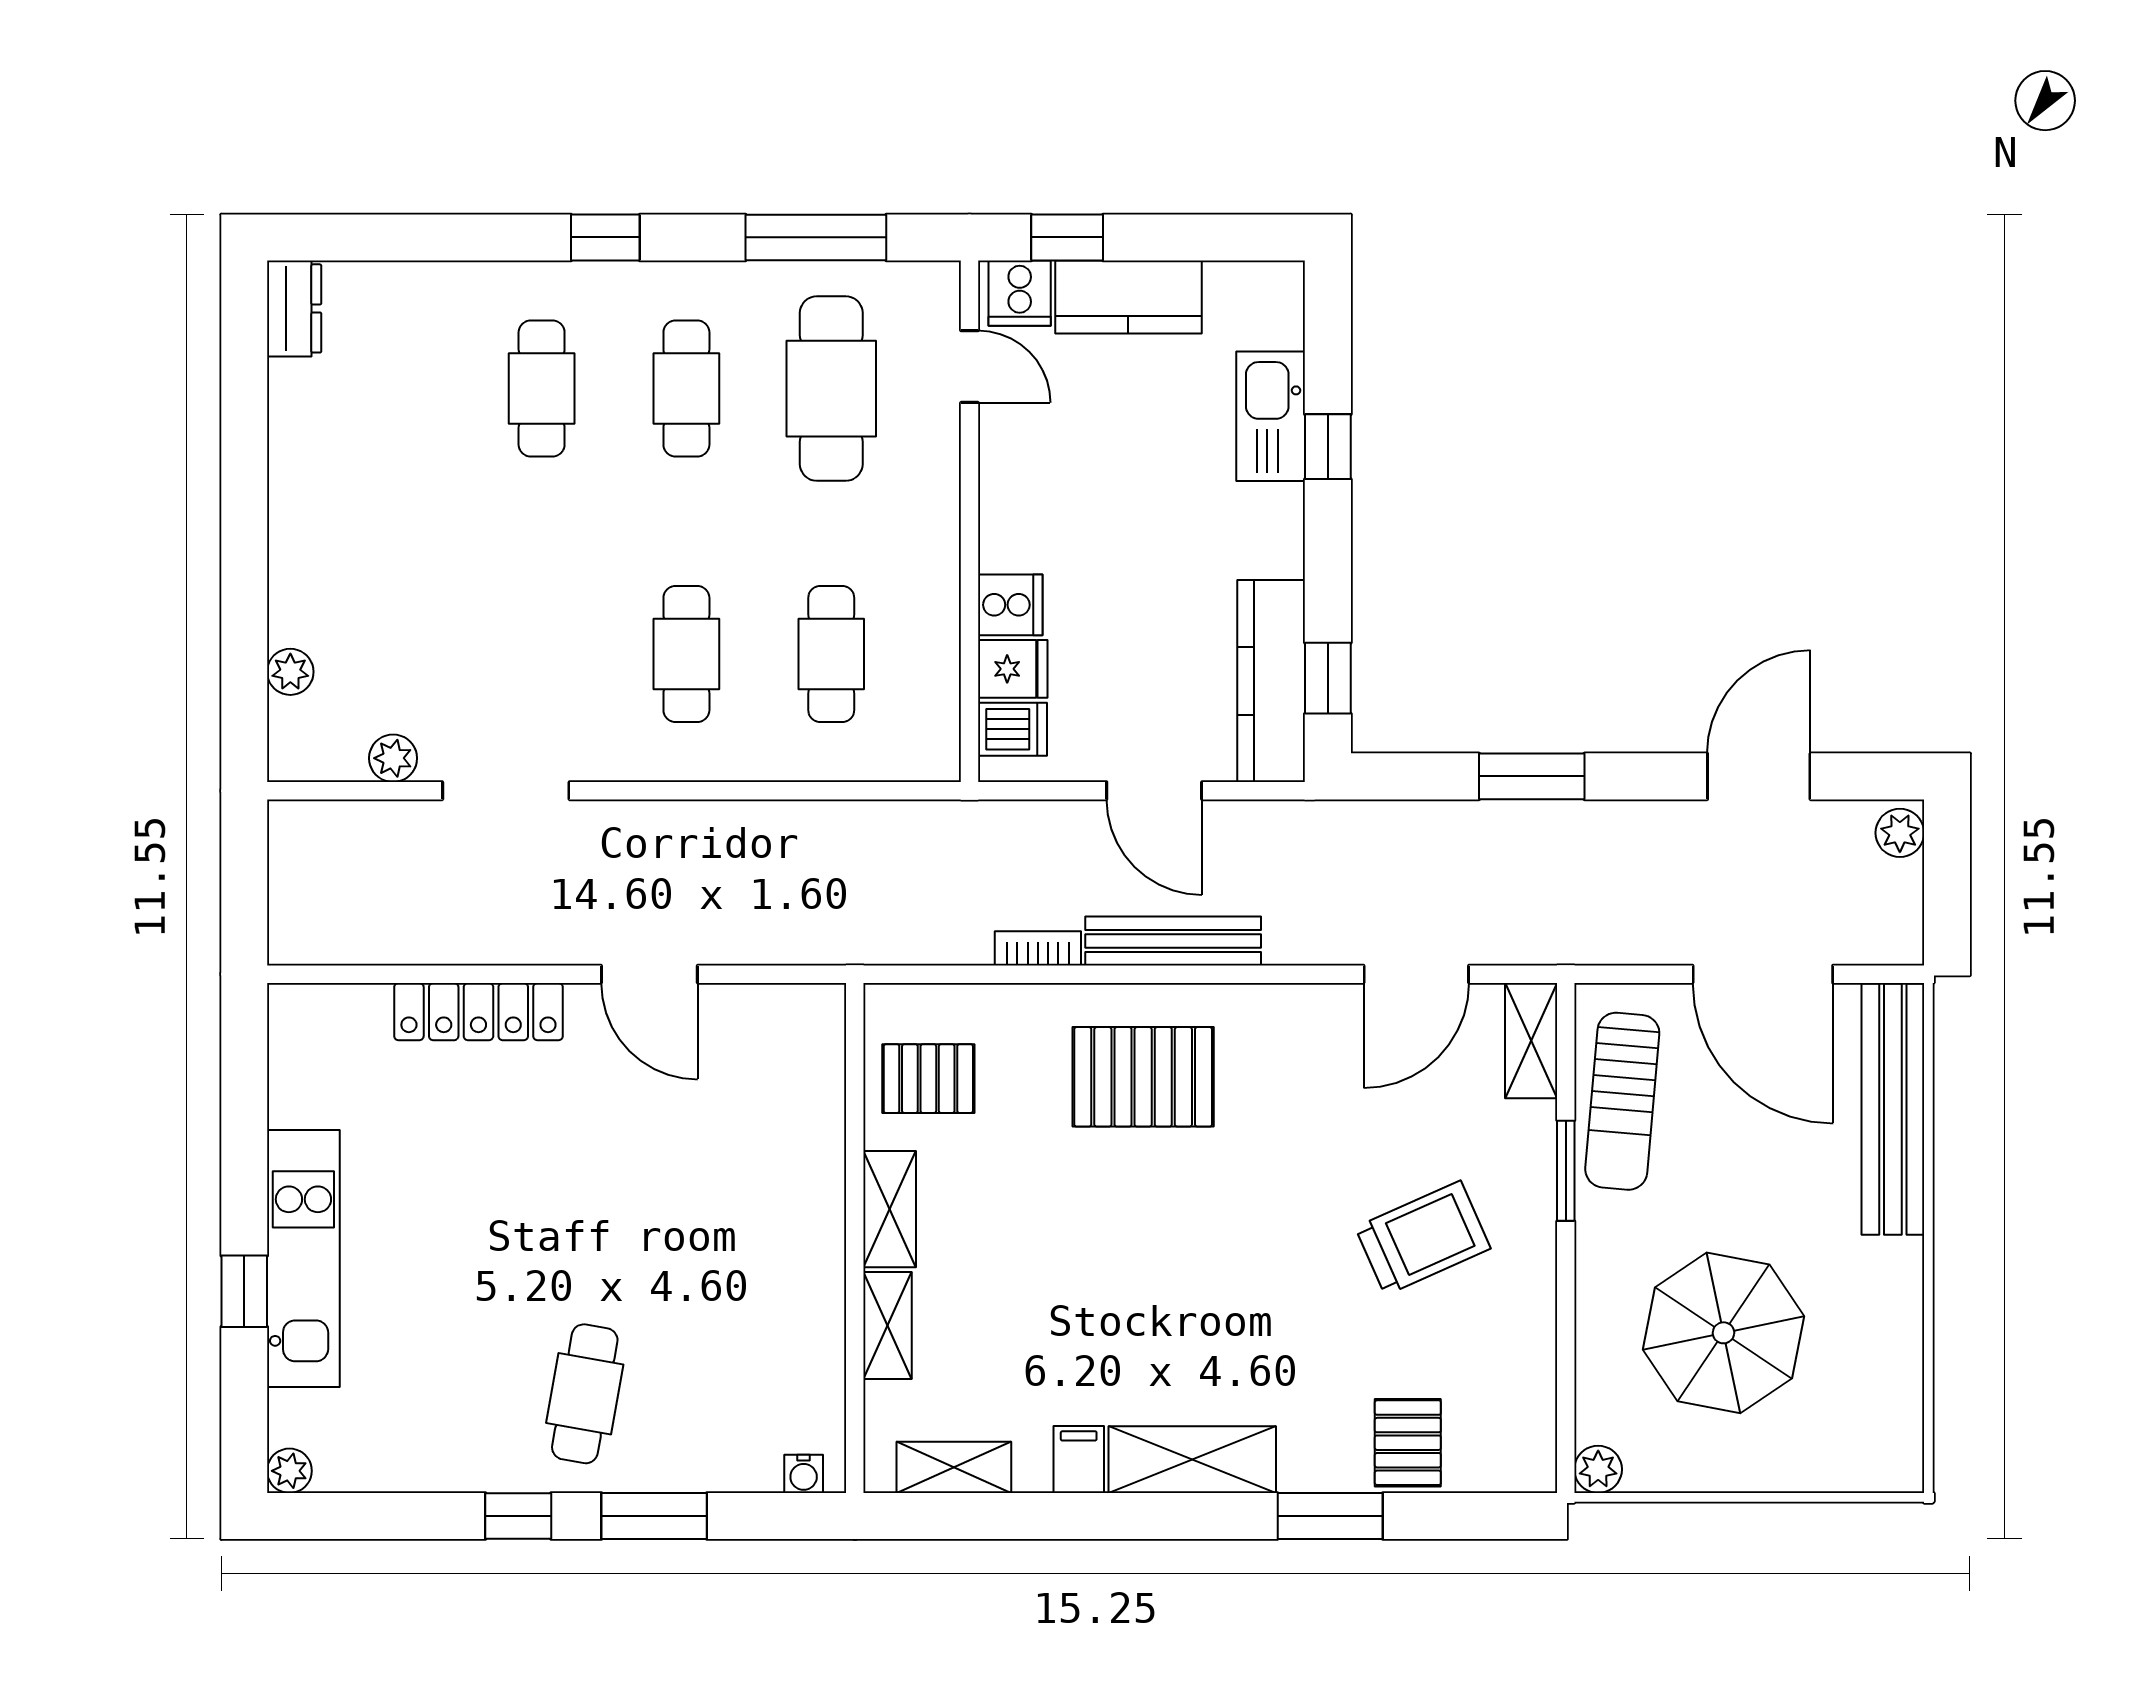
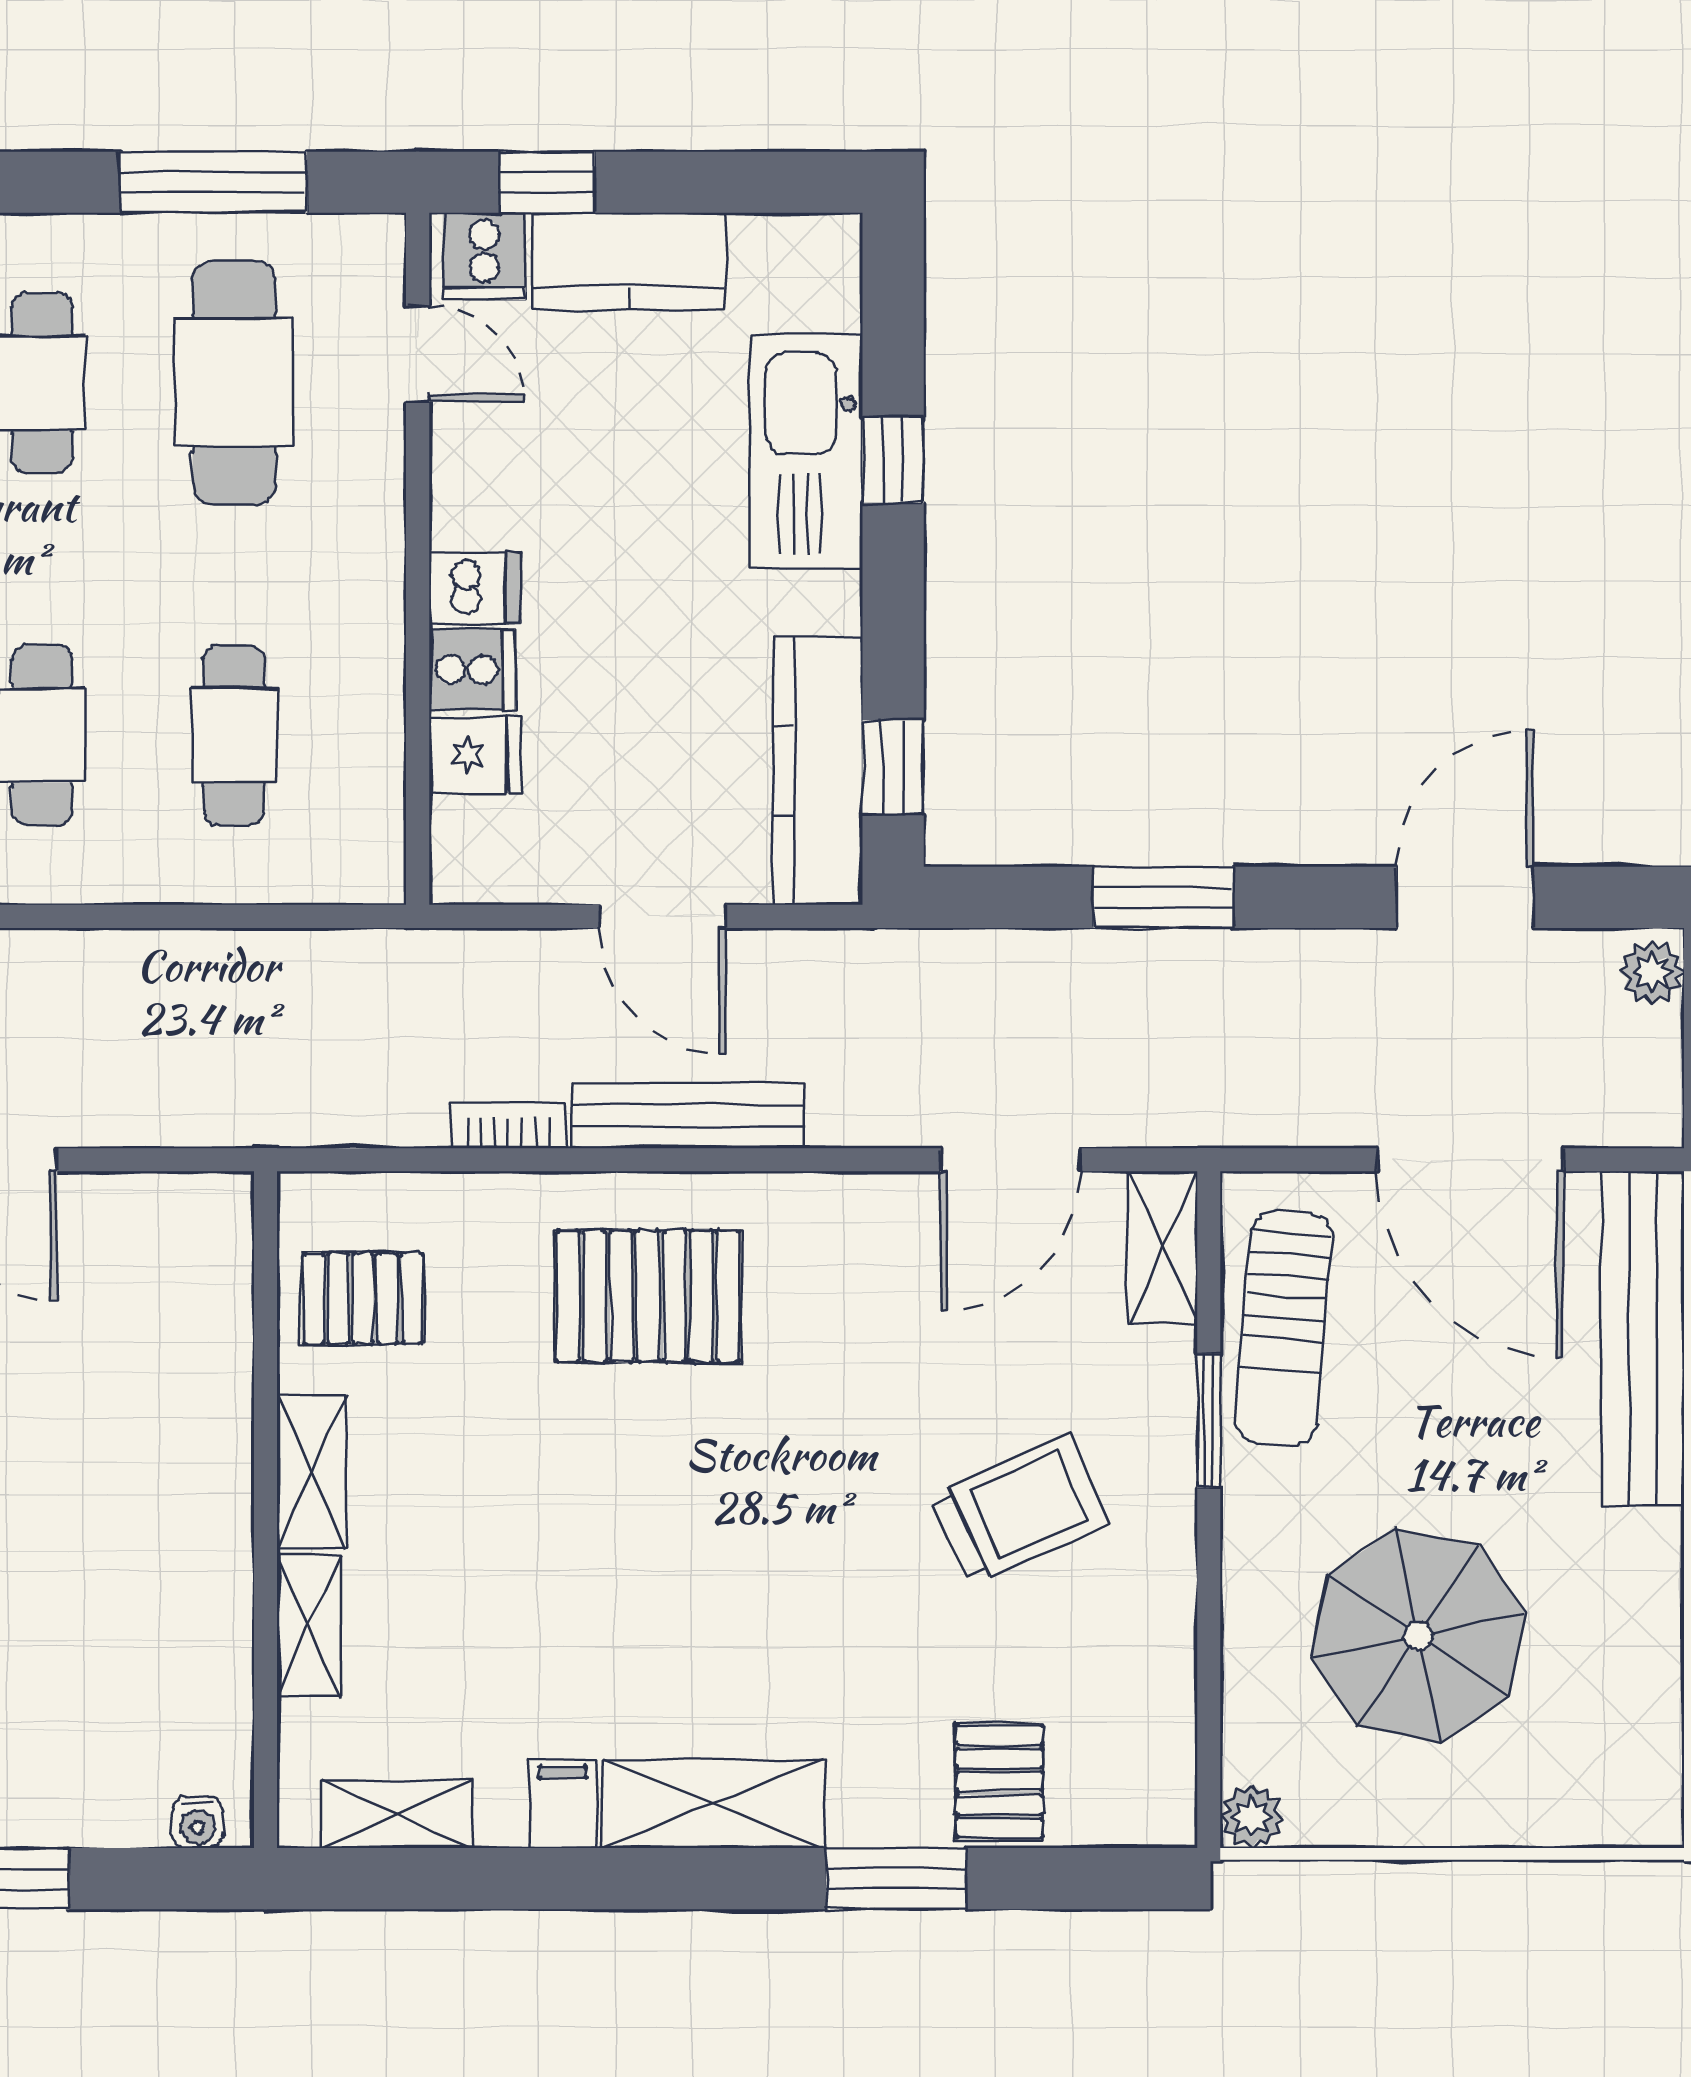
kitchen sink: (1271, 416) -> (806, 451), width x1.36, depth x1.24
dishwasher: (1012, 729) -> (475, 588), moved

